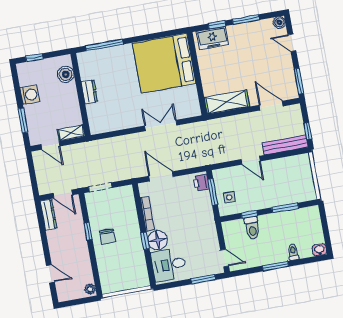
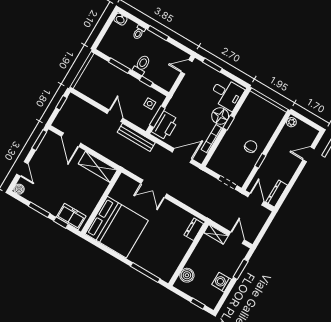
dresser: (89, 92) -> (194, 229), moved
bench: (285, 145) -> (136, 137), moved
door: (161, 176) -> (182, 156), swing flipped
printer: (201, 183) -> (165, 126), width x1.87, depth x1.48
toilet: (252, 228) -> (142, 65), moved
door: (225, 258) -> (187, 67), hinge flipped
door: (50, 274) -> (309, 154), hinge flipped

